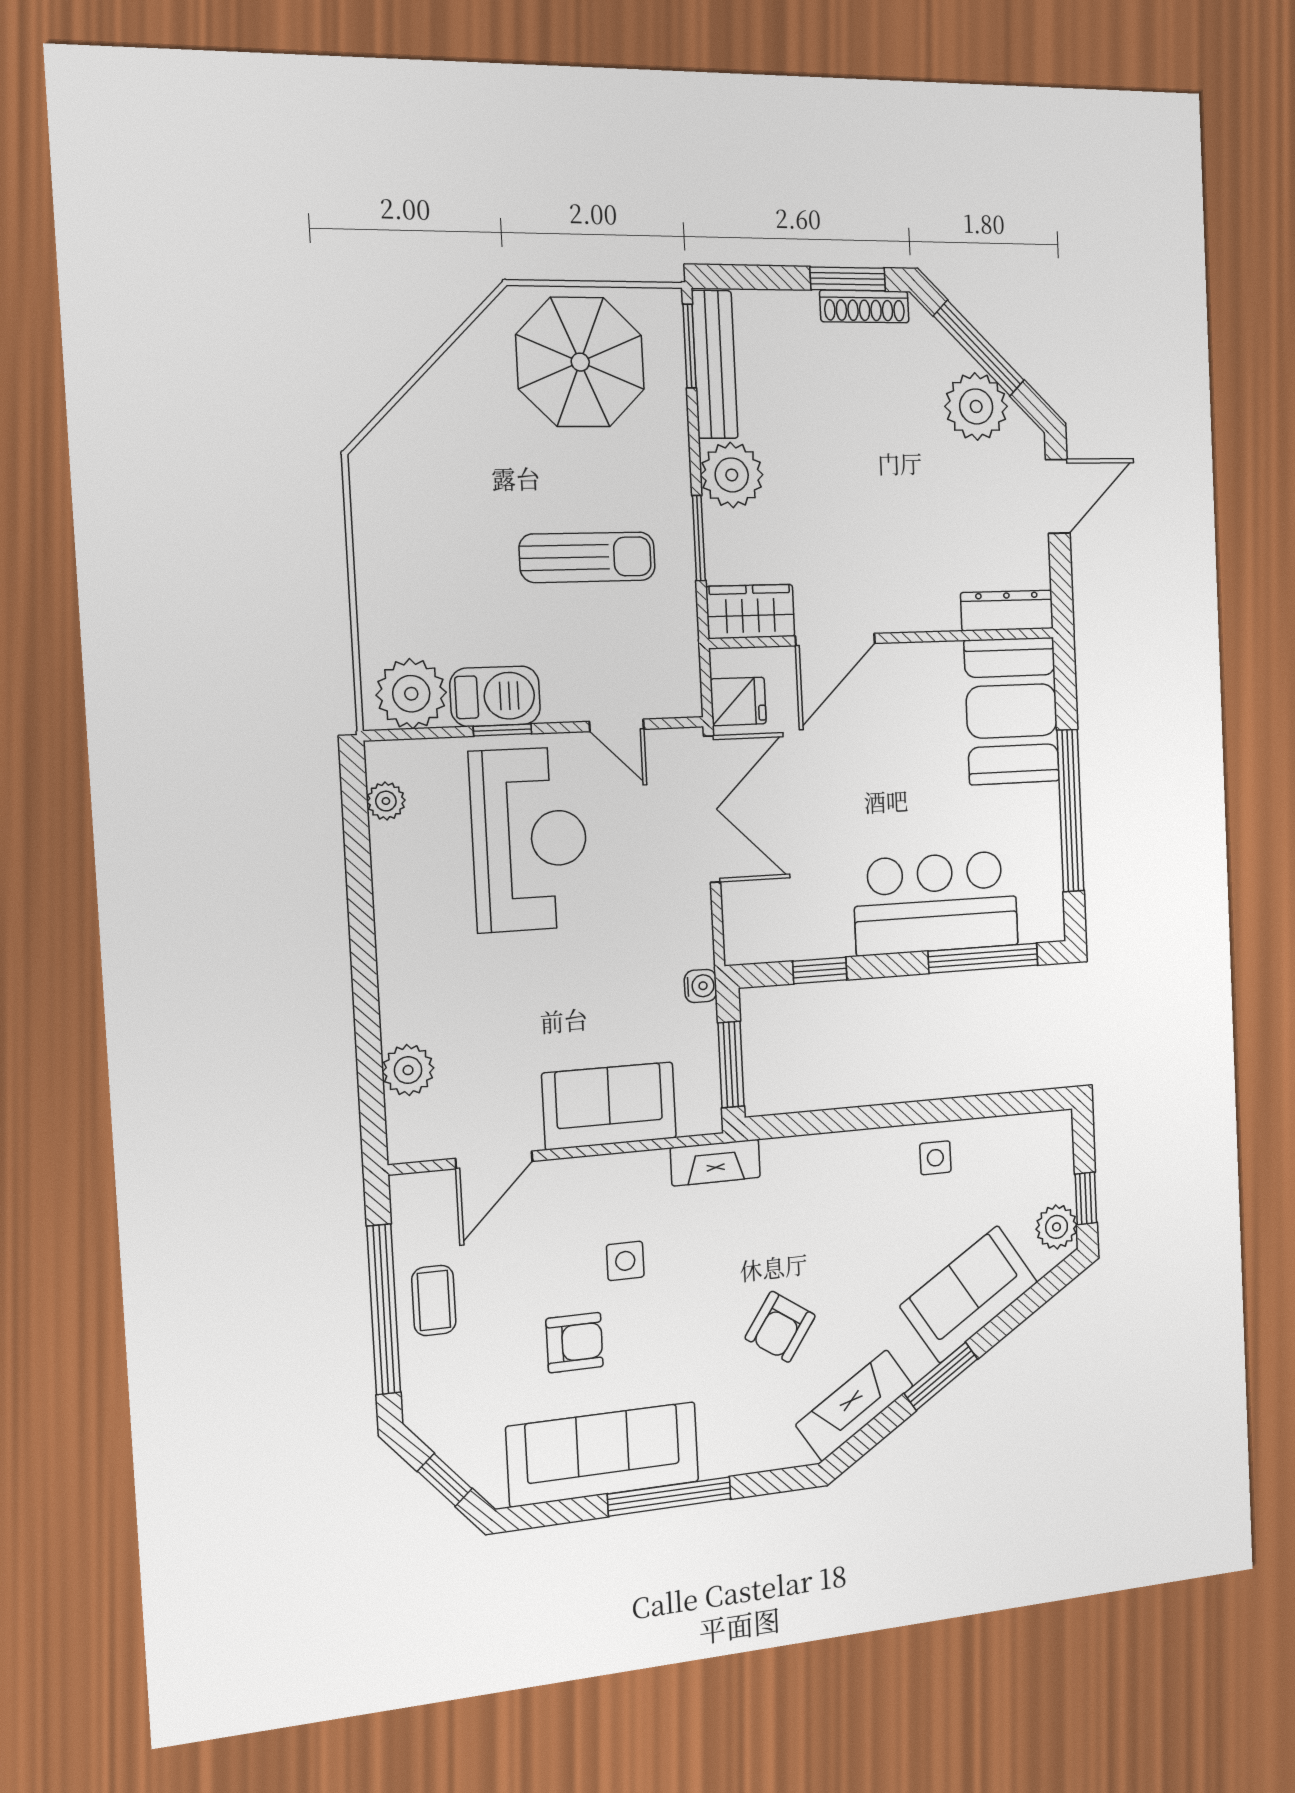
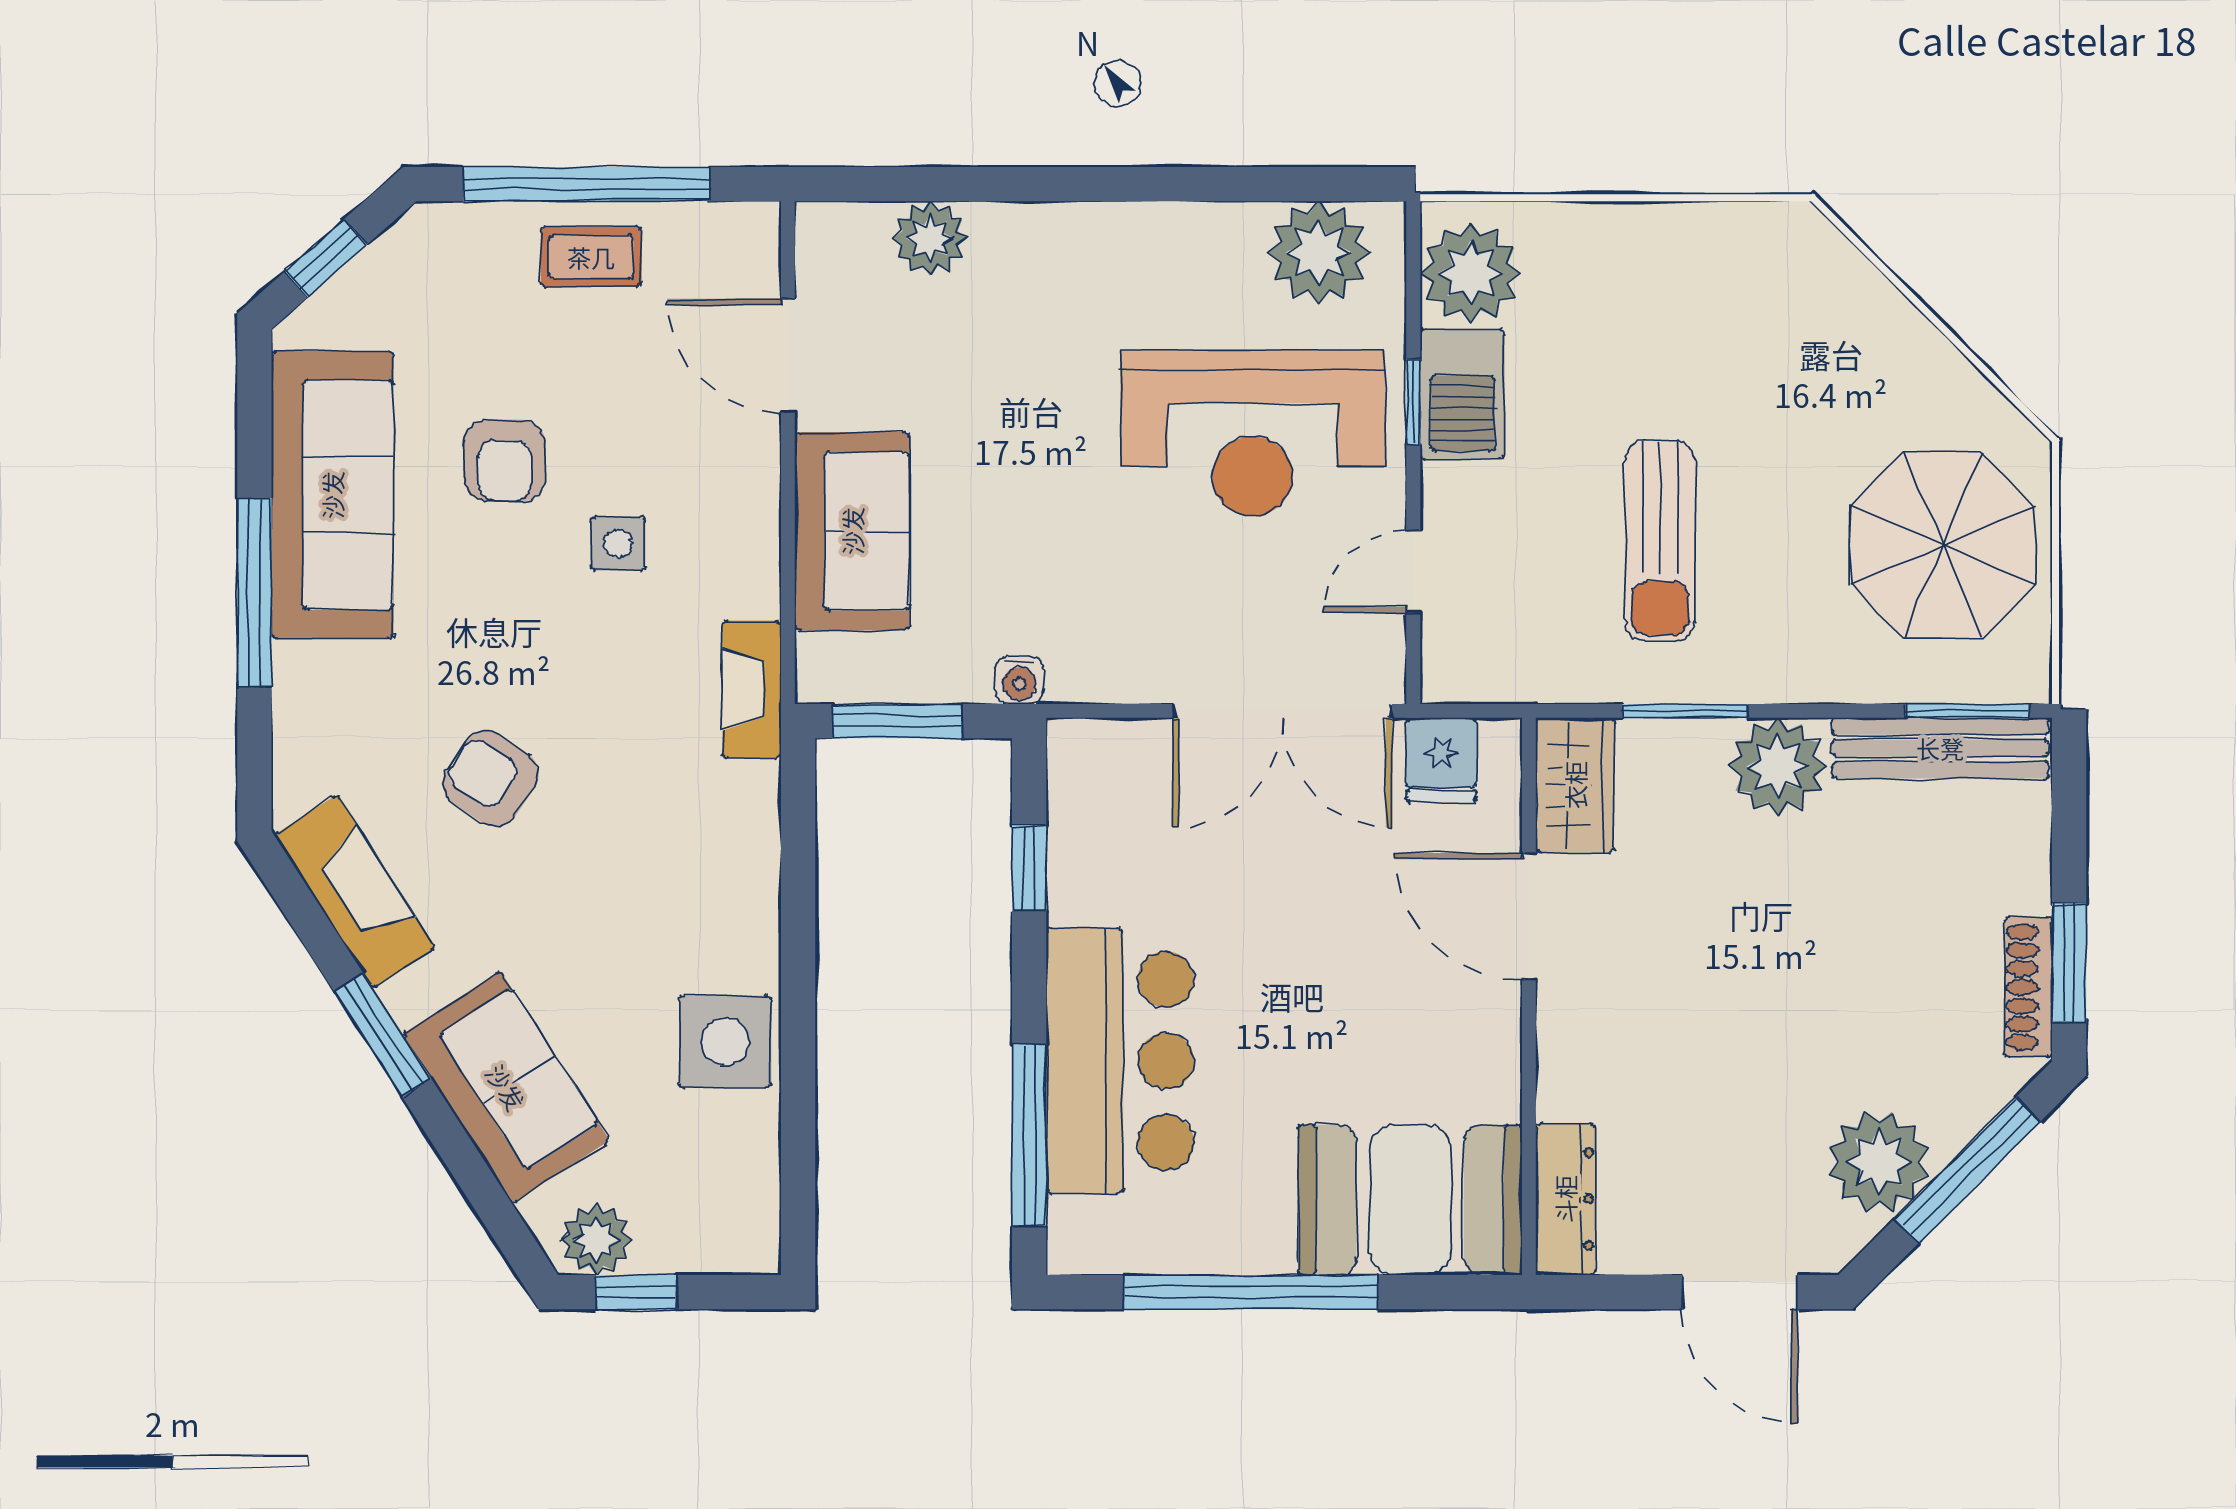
plant: (386, 801) -> (1319, 252), width x1.88, depth x1.88
side table: (935, 1158) -> (725, 1042), width x1.87, depth x1.87

